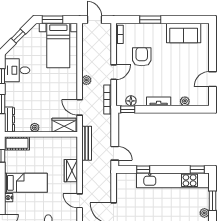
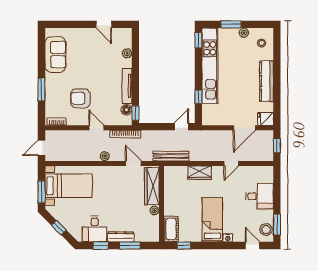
tv unit: (159, 101) -> (127, 86), width x1.41
door: (80, 107) -> (133, 163), swing flipped
dresser: (10, 119) -> (121, 237), moved
wardrobe: (64, 125) -> (152, 186), width x1.50

